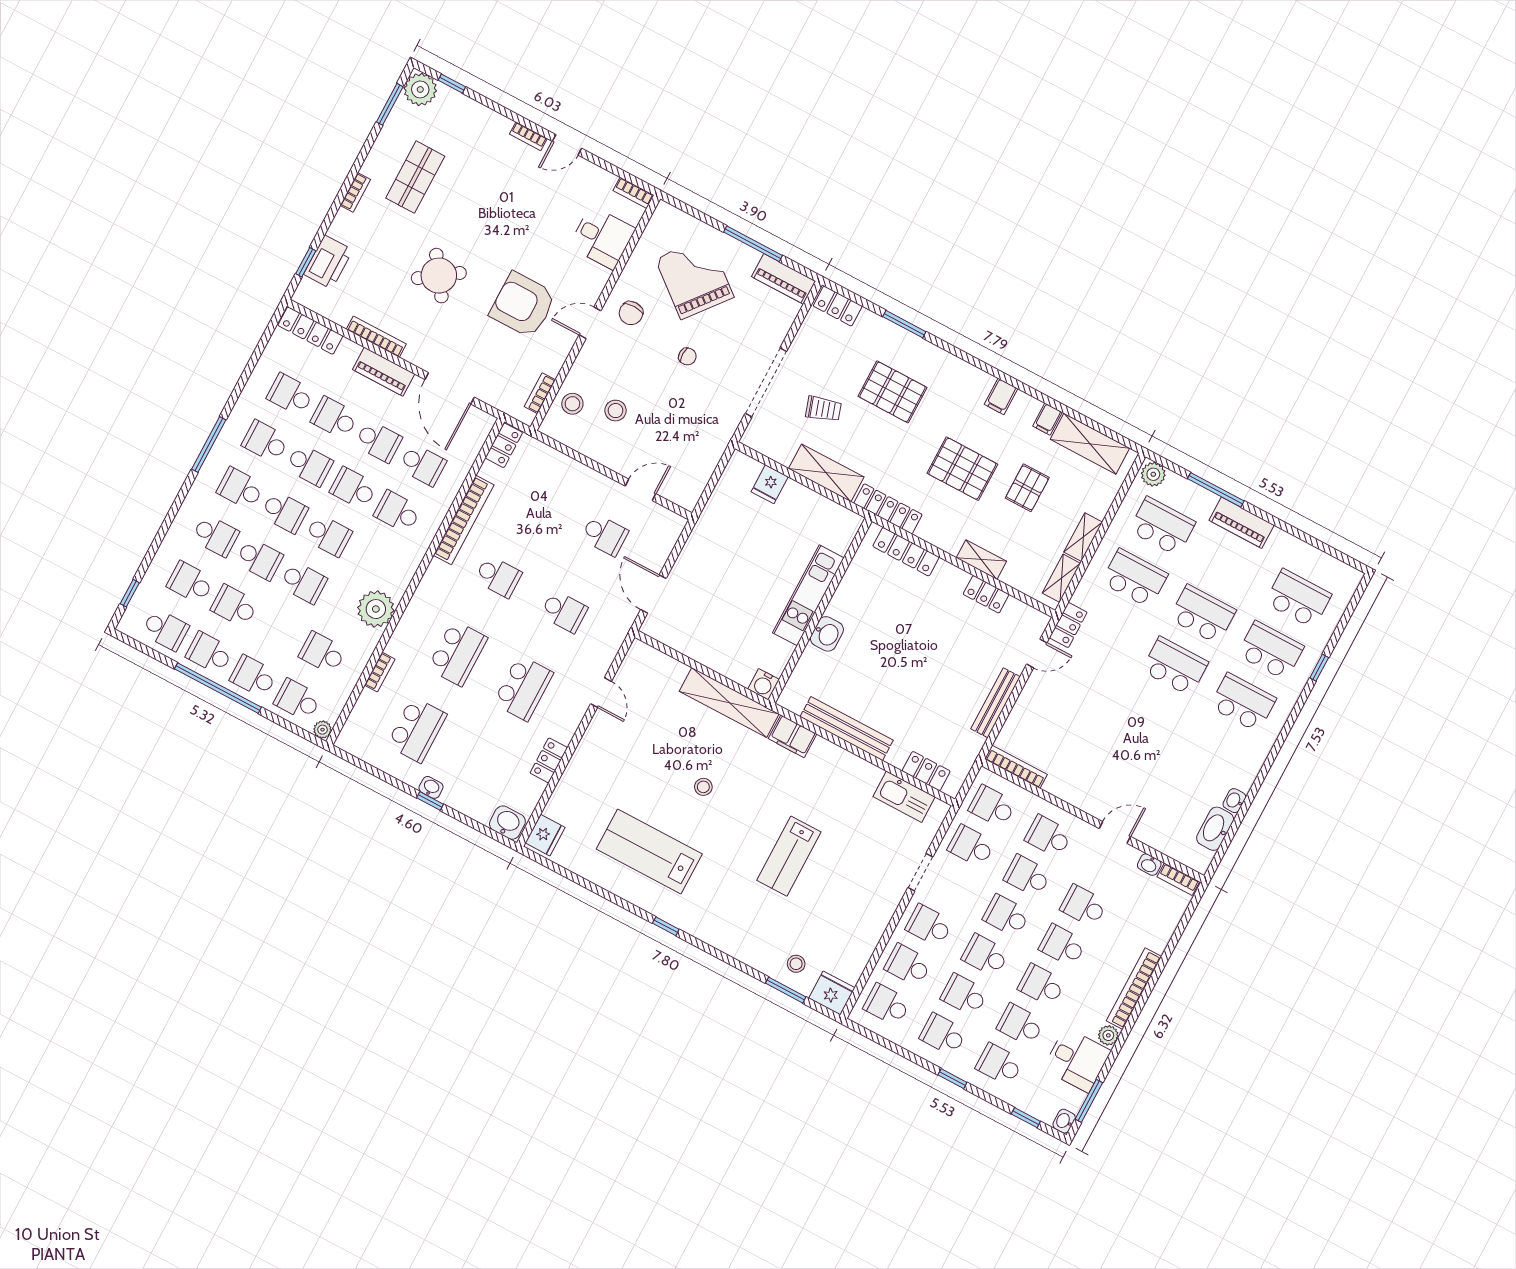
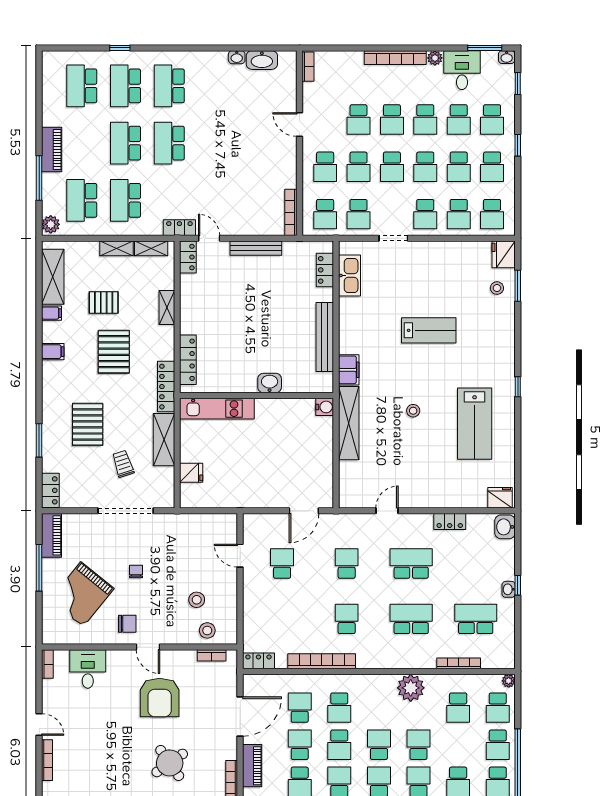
bookcase: (528, 136) -> (47, 760), width x1.56
locker: (986, 594) -> (188, 257), moved
kitchen unit: (808, 595) -> (217, 409), moved
bookcase: (380, 672) -> (459, 663), width x1.56
washbasin: (1149, 865) -> (308, 91), removed

